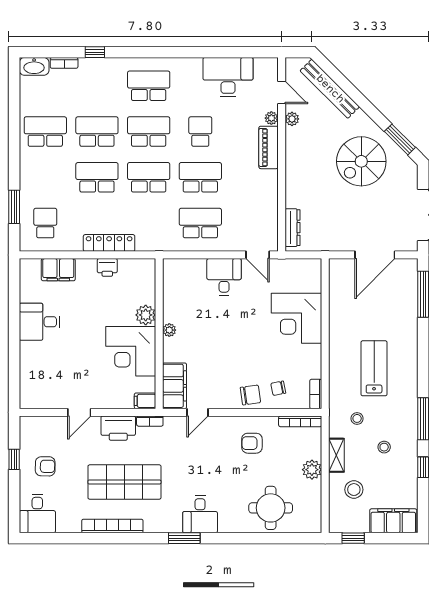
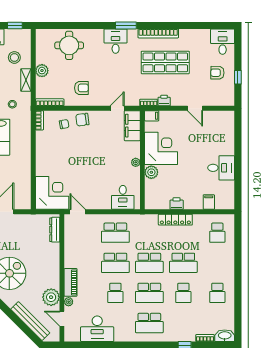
plant: (292, 119) -> (51, 297), width x1.87, depth x1.87
school desk: (45, 132) -> (217, 293), width x0.54
school desk: (97, 132) -> (183, 293), width x0.54
window: (14, 207) -> (238, 243), removed
filing cabinet: (58, 270) -> (209, 202), width x0.50
desk: (224, 277) -> (123, 197), moved
corner desk: (297, 318) -> (52, 193), moved
door: (79, 412) -> (195, 108), swing flipped
printer: (118, 428) -> (164, 100), width x0.53, depth x0.68
bookcase: (112, 526) -> (158, 33), moved

